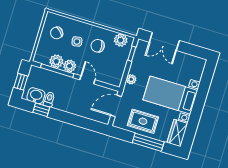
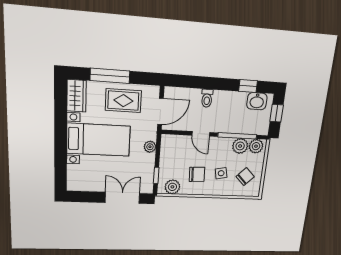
plant: (70, 66) -> (256, 146), moved
toilet: (49, 99) -> (207, 98), moved

